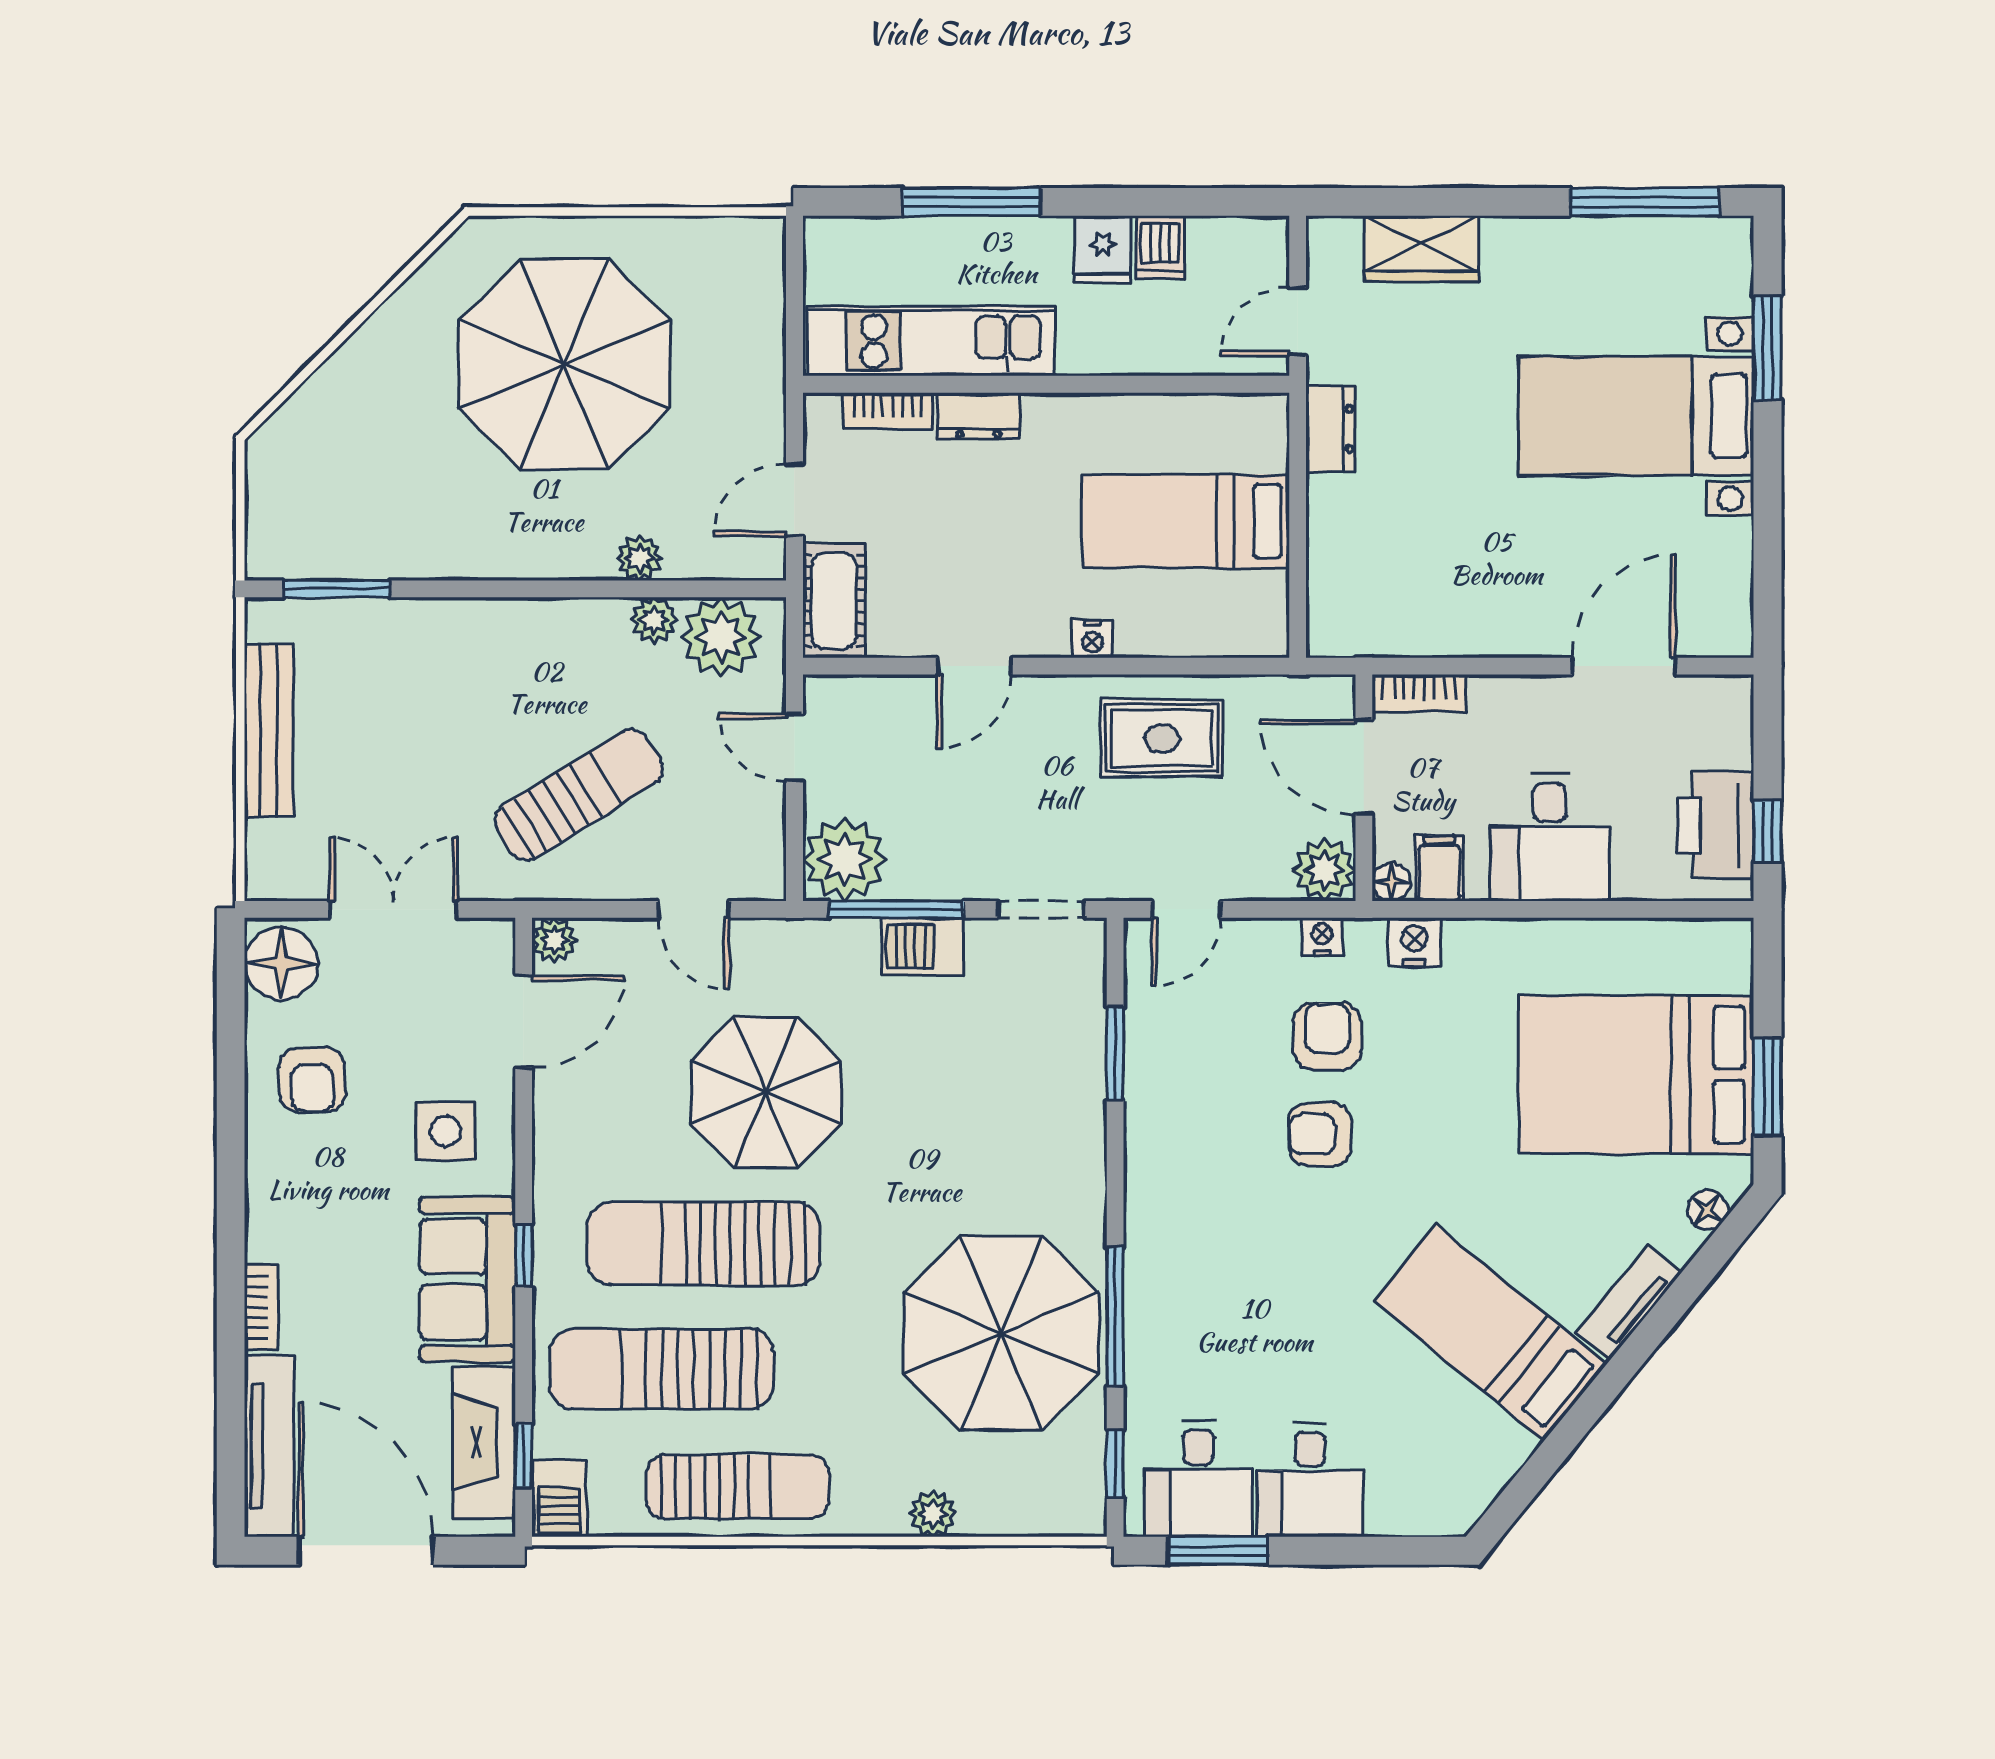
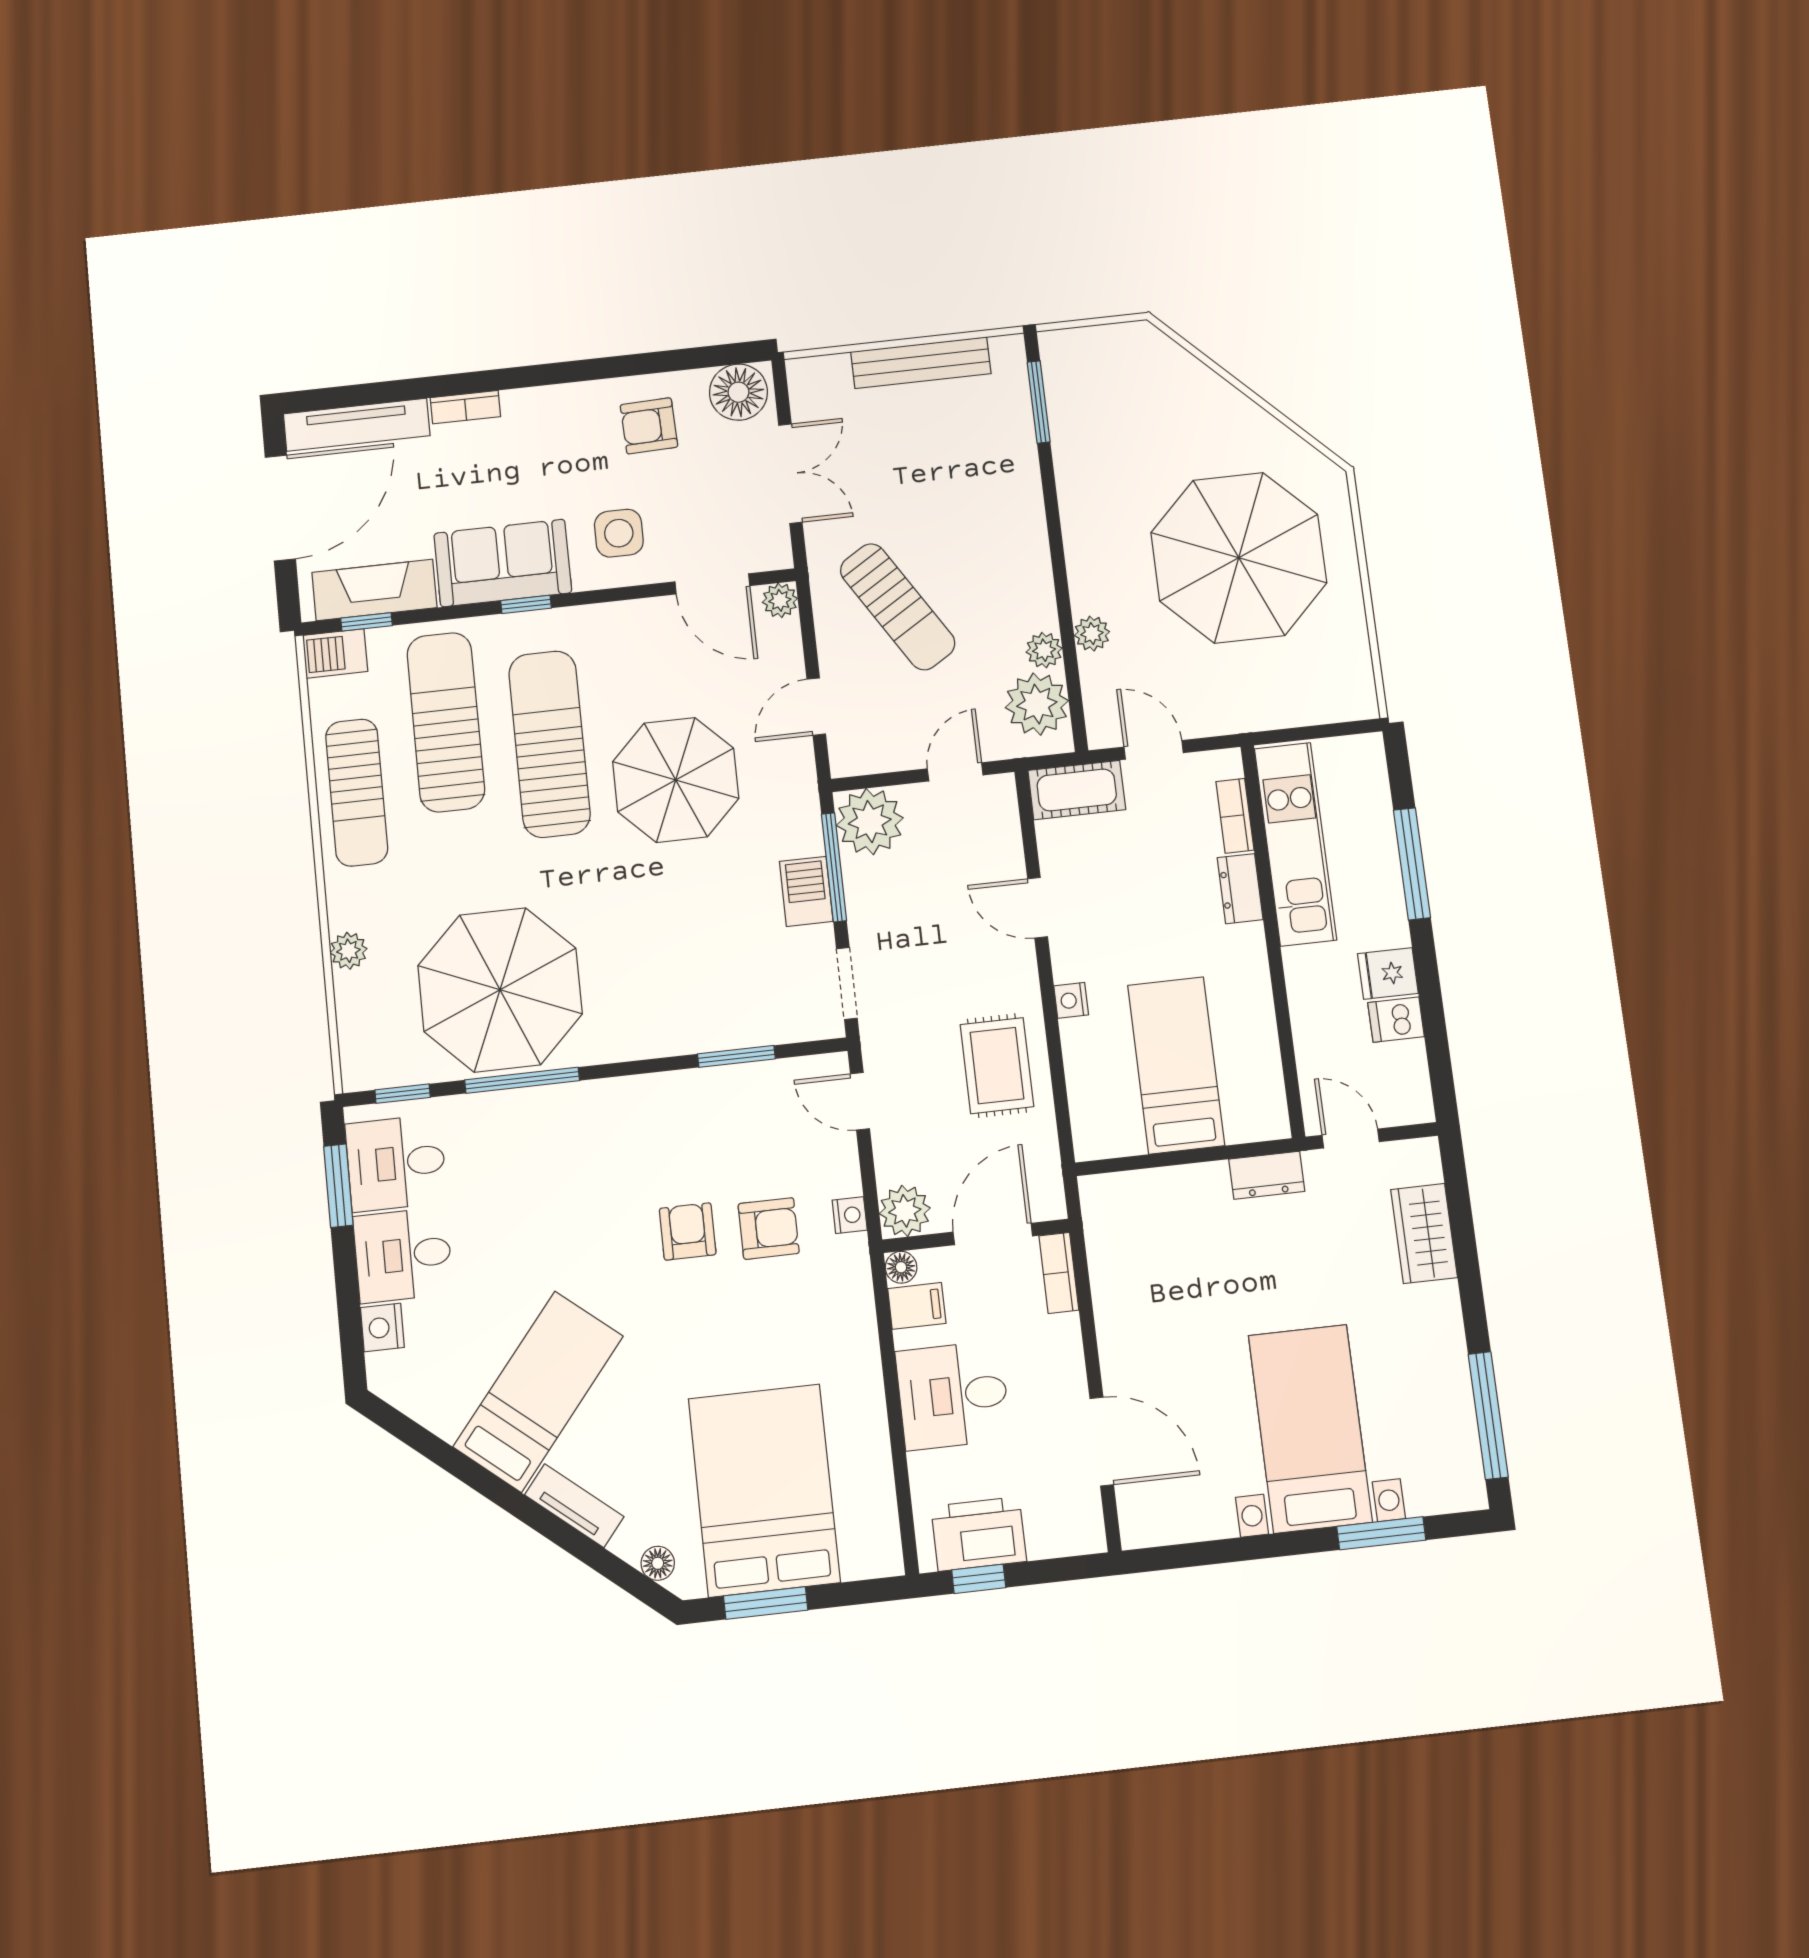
nightstand: (1414, 942) -> (382, 1328), moved, turned 180

